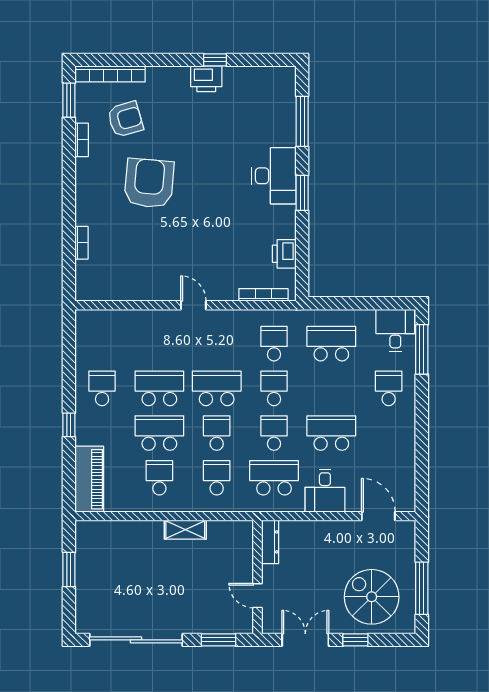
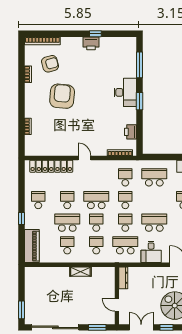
window: (69, 100) -> (21, 54), removed
locker: (128, 321) -> (51, 166), added
school desk: (159, 388) -> (67, 200), width x0.54
window: (69, 570) -> (21, 310), moved

